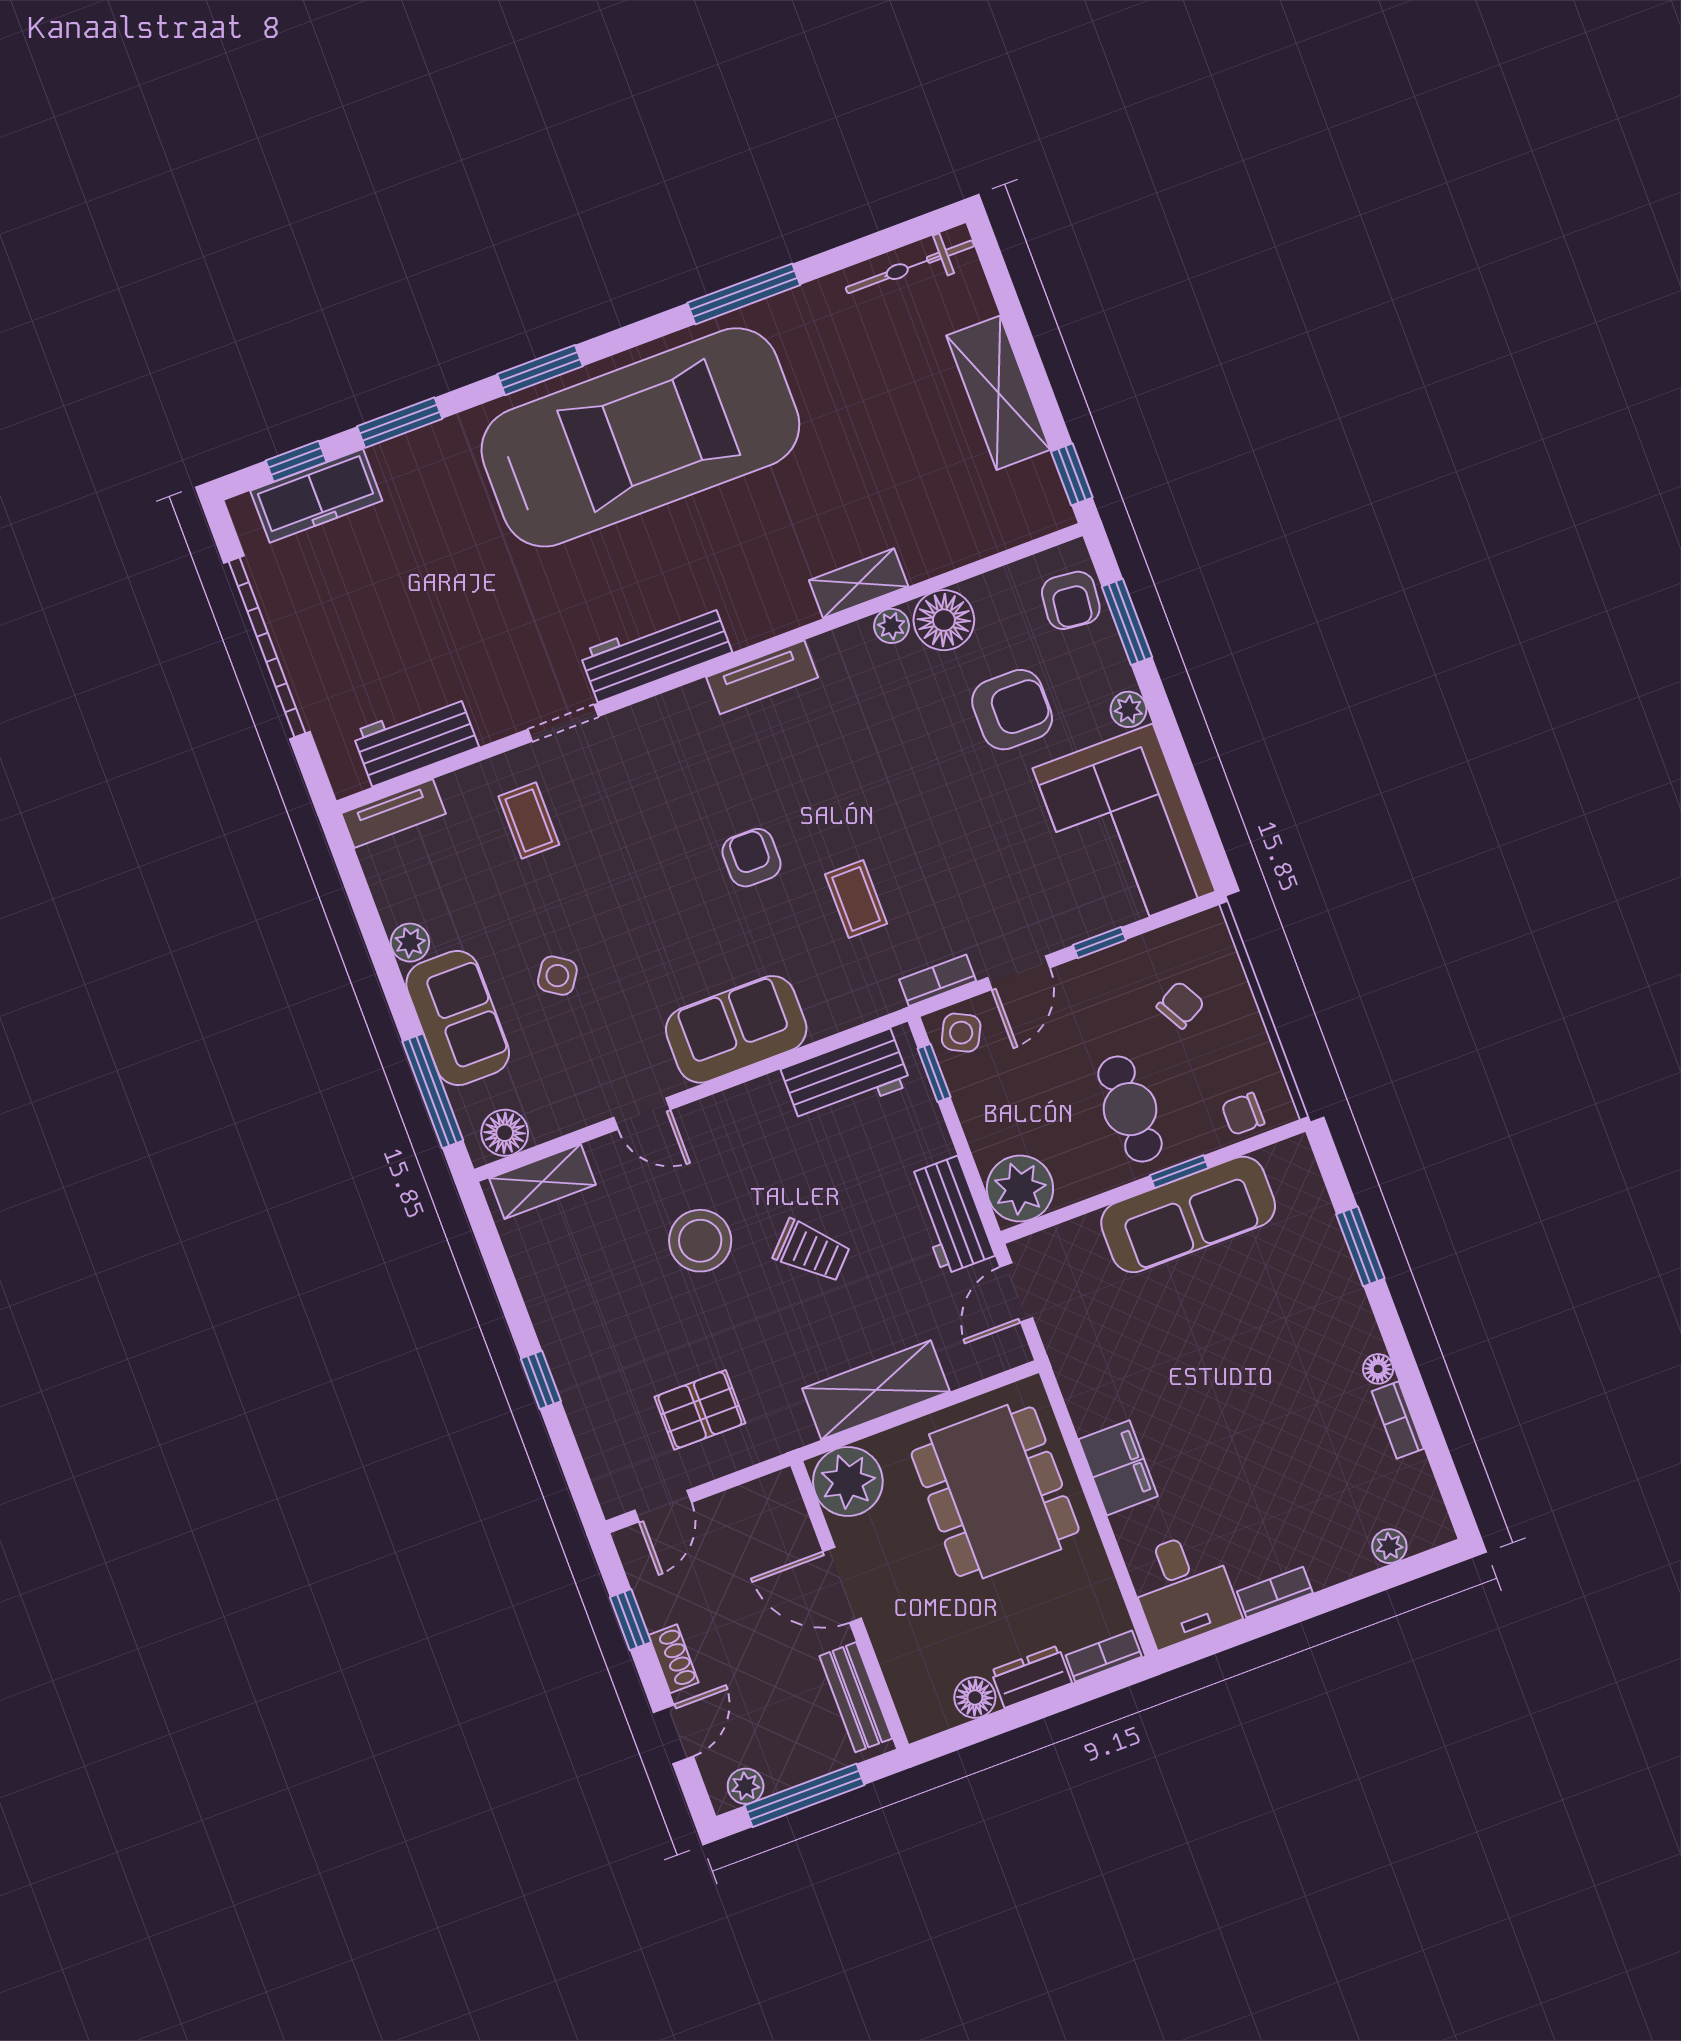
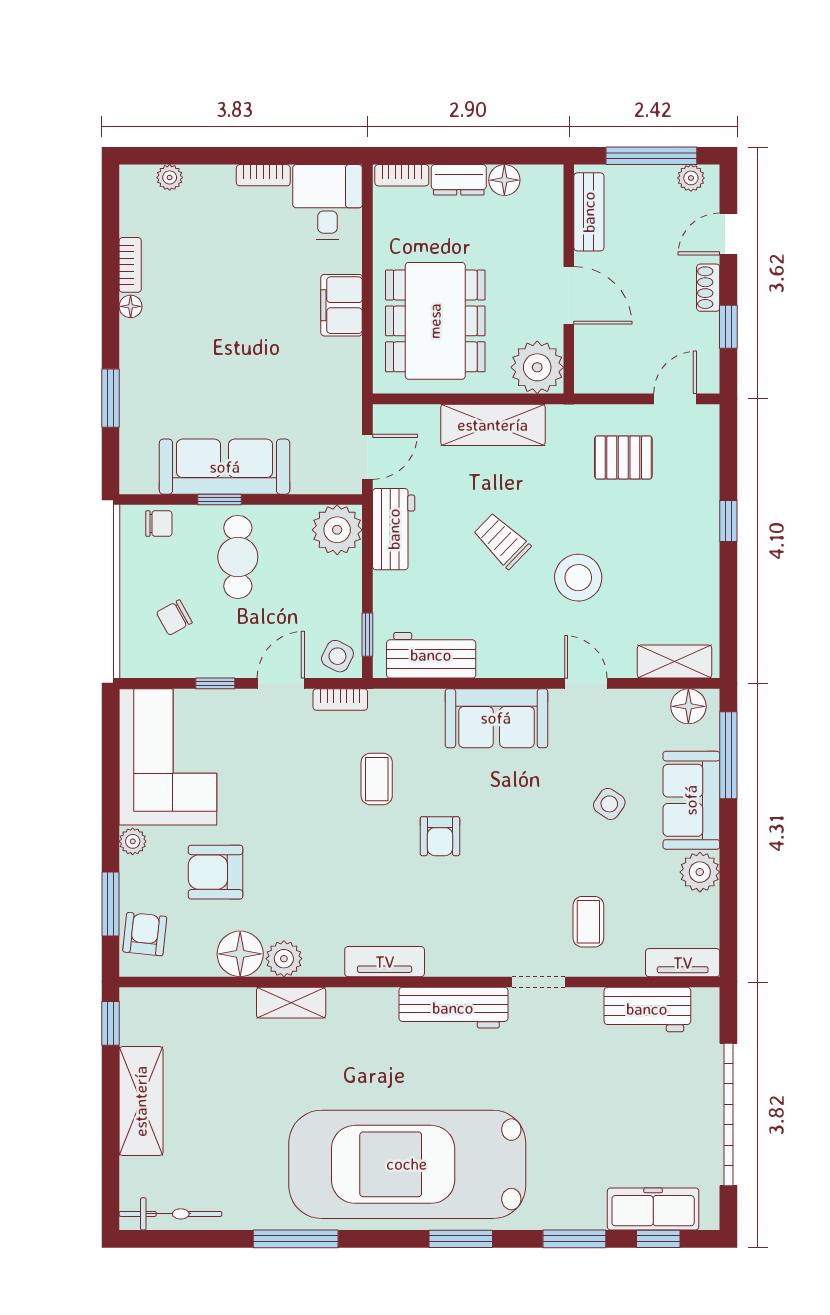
plant: (891, 626) -> (284, 959), width x1.38, depth x1.38
plant: (410, 943) -> (700, 872), width x1.38, depth x1.38

